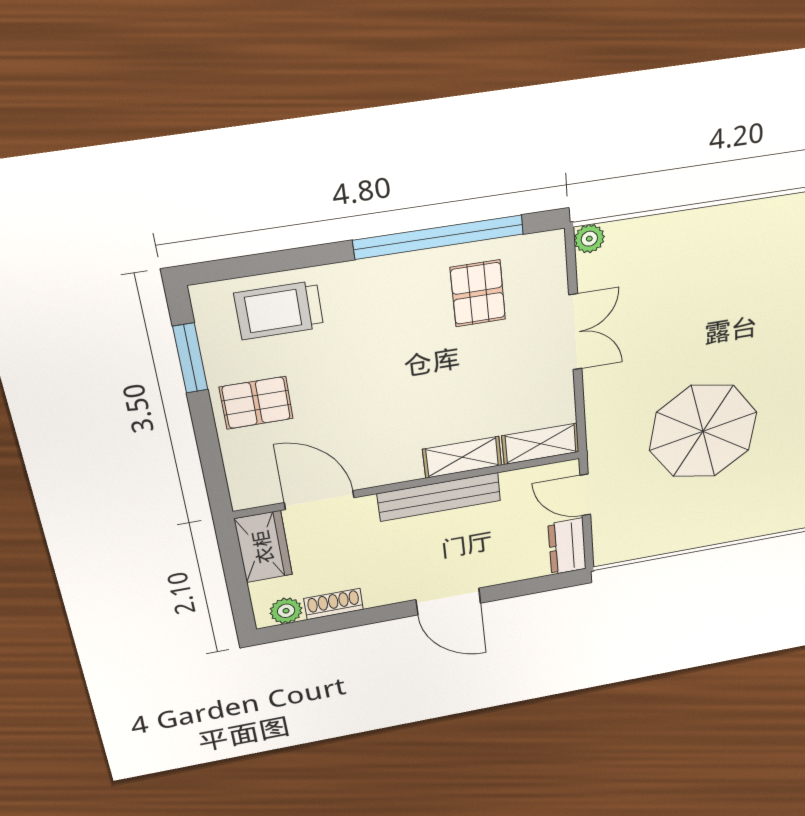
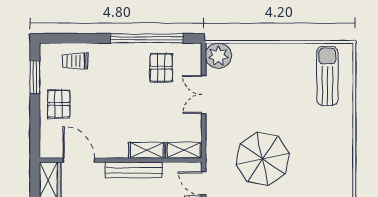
plant: (589, 239) -> (218, 56), width x1.88, depth x1.88
trolley: (279, 310) -> (75, 61), width x0.73, depth x0.72
double door: (575, 332) -> (204, 95), swing flipped
pallet: (256, 403) -> (59, 104), turned 90

